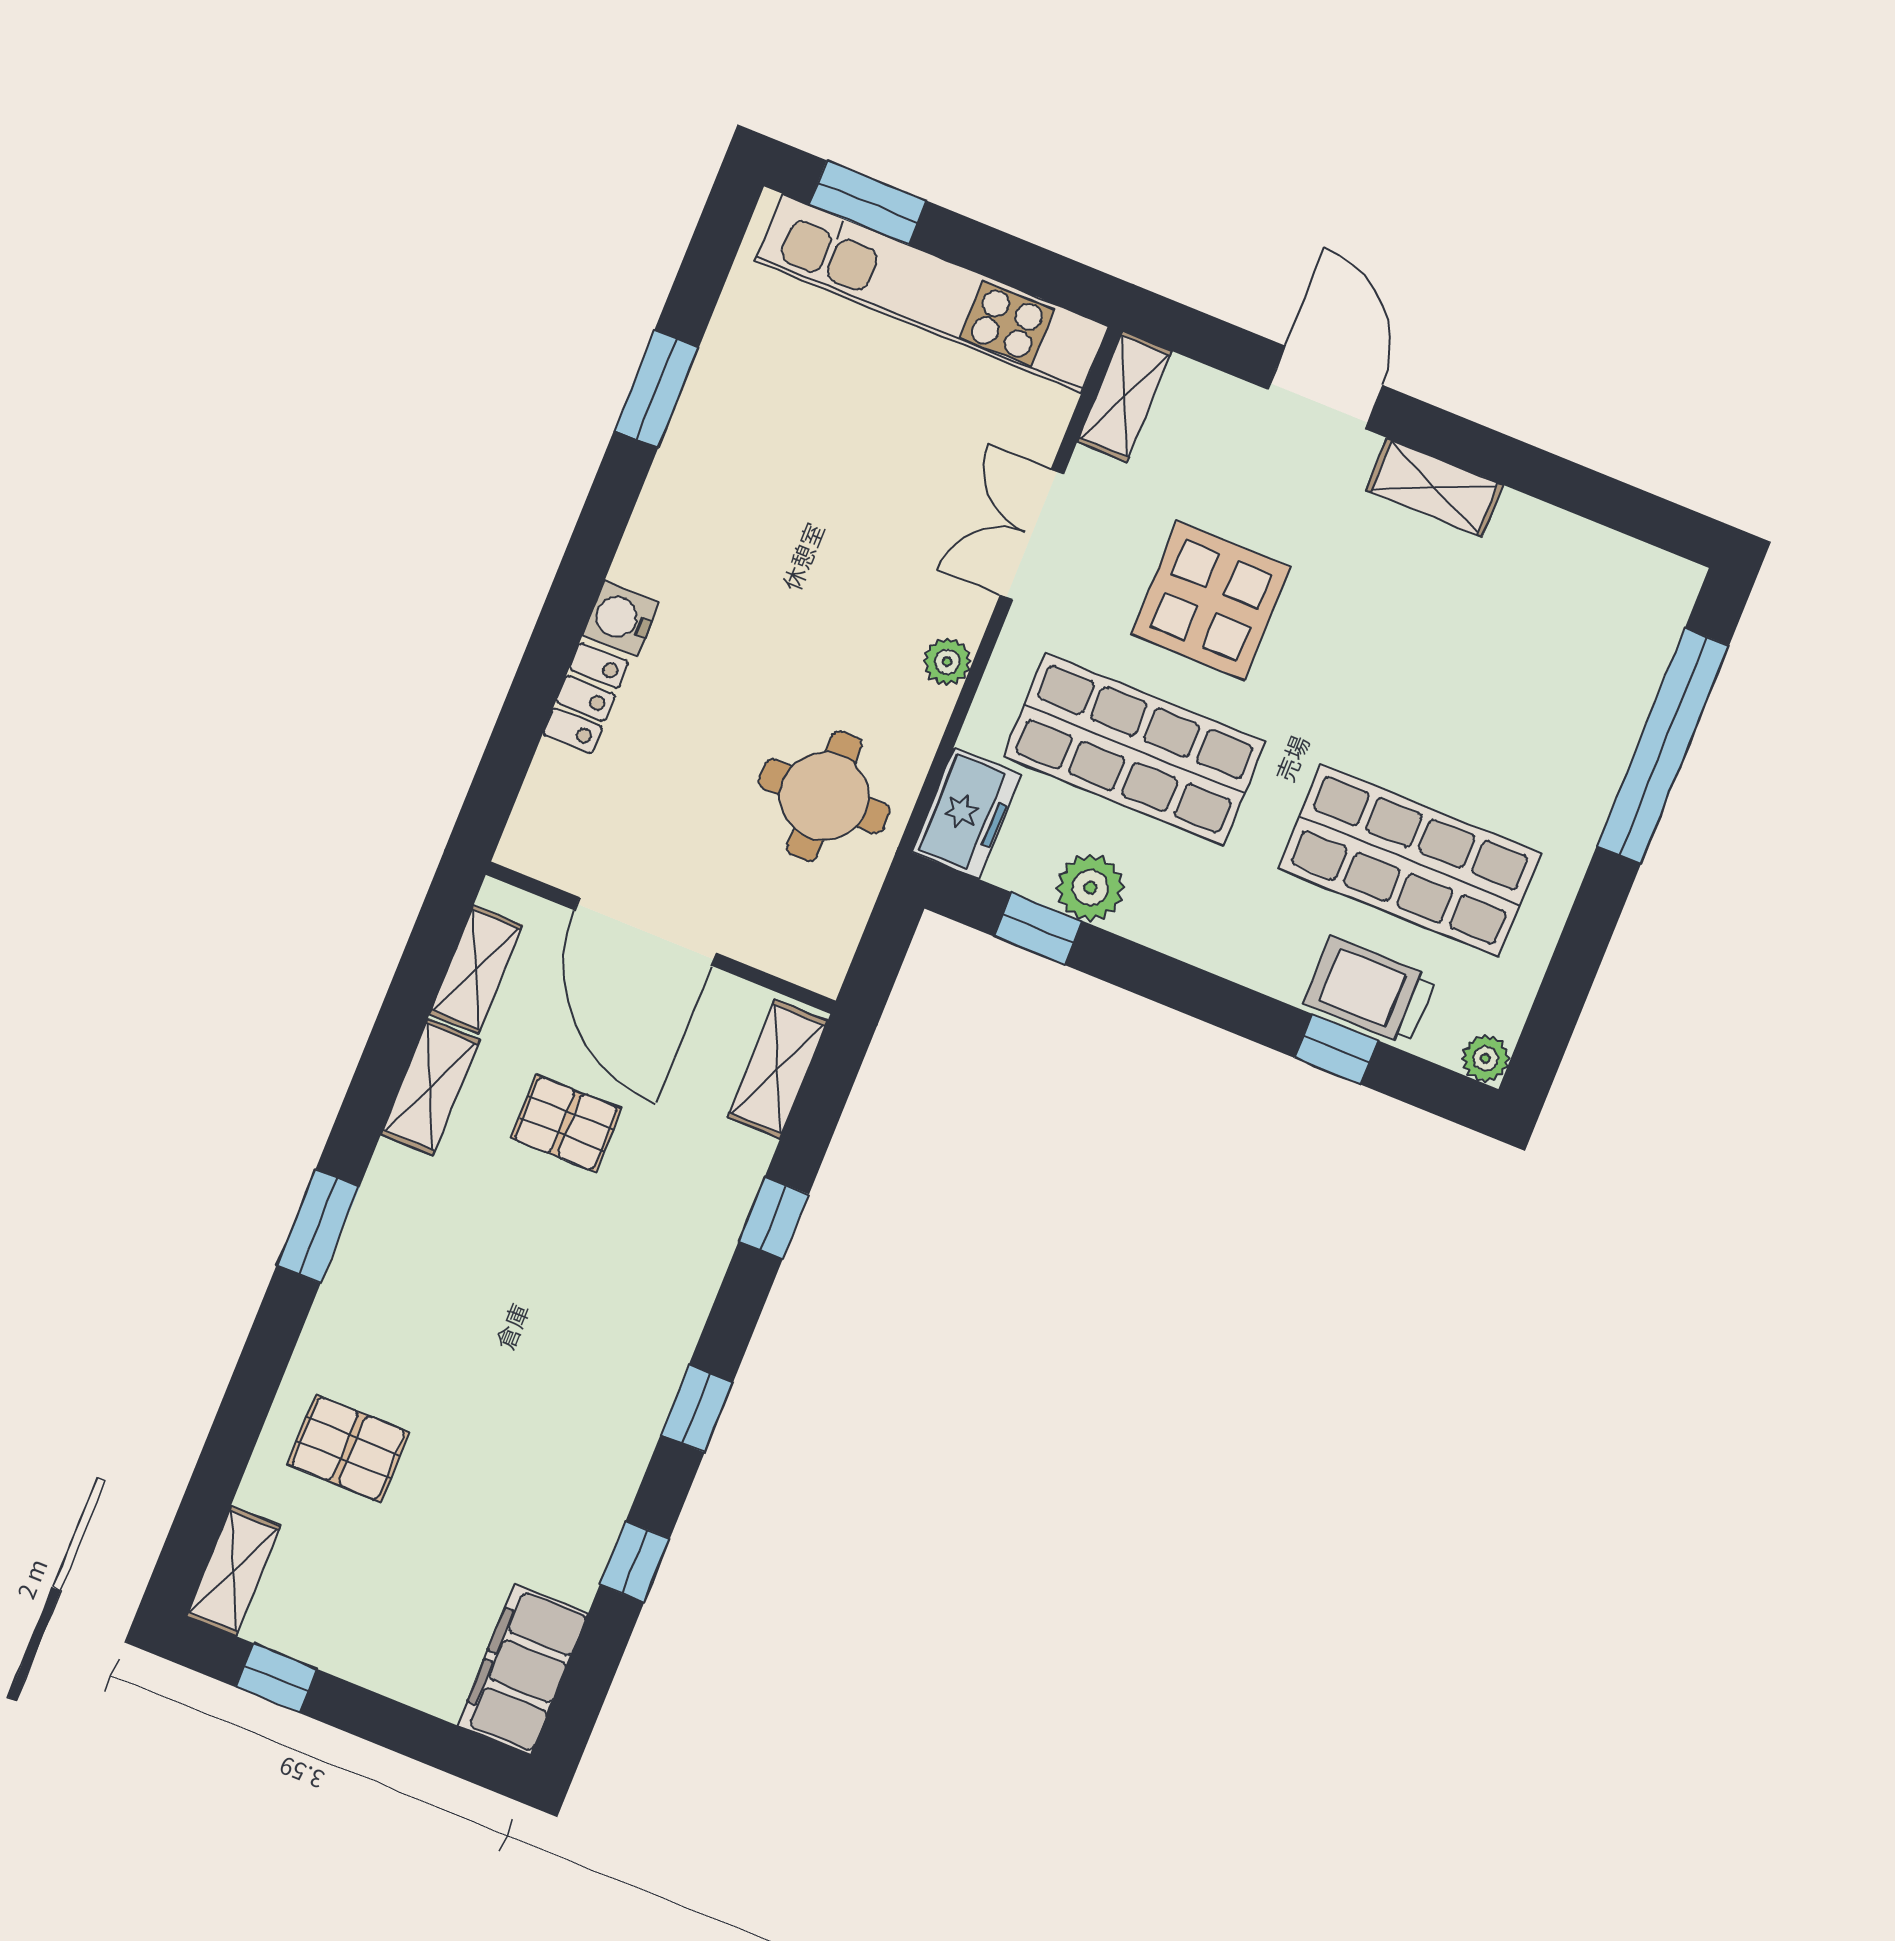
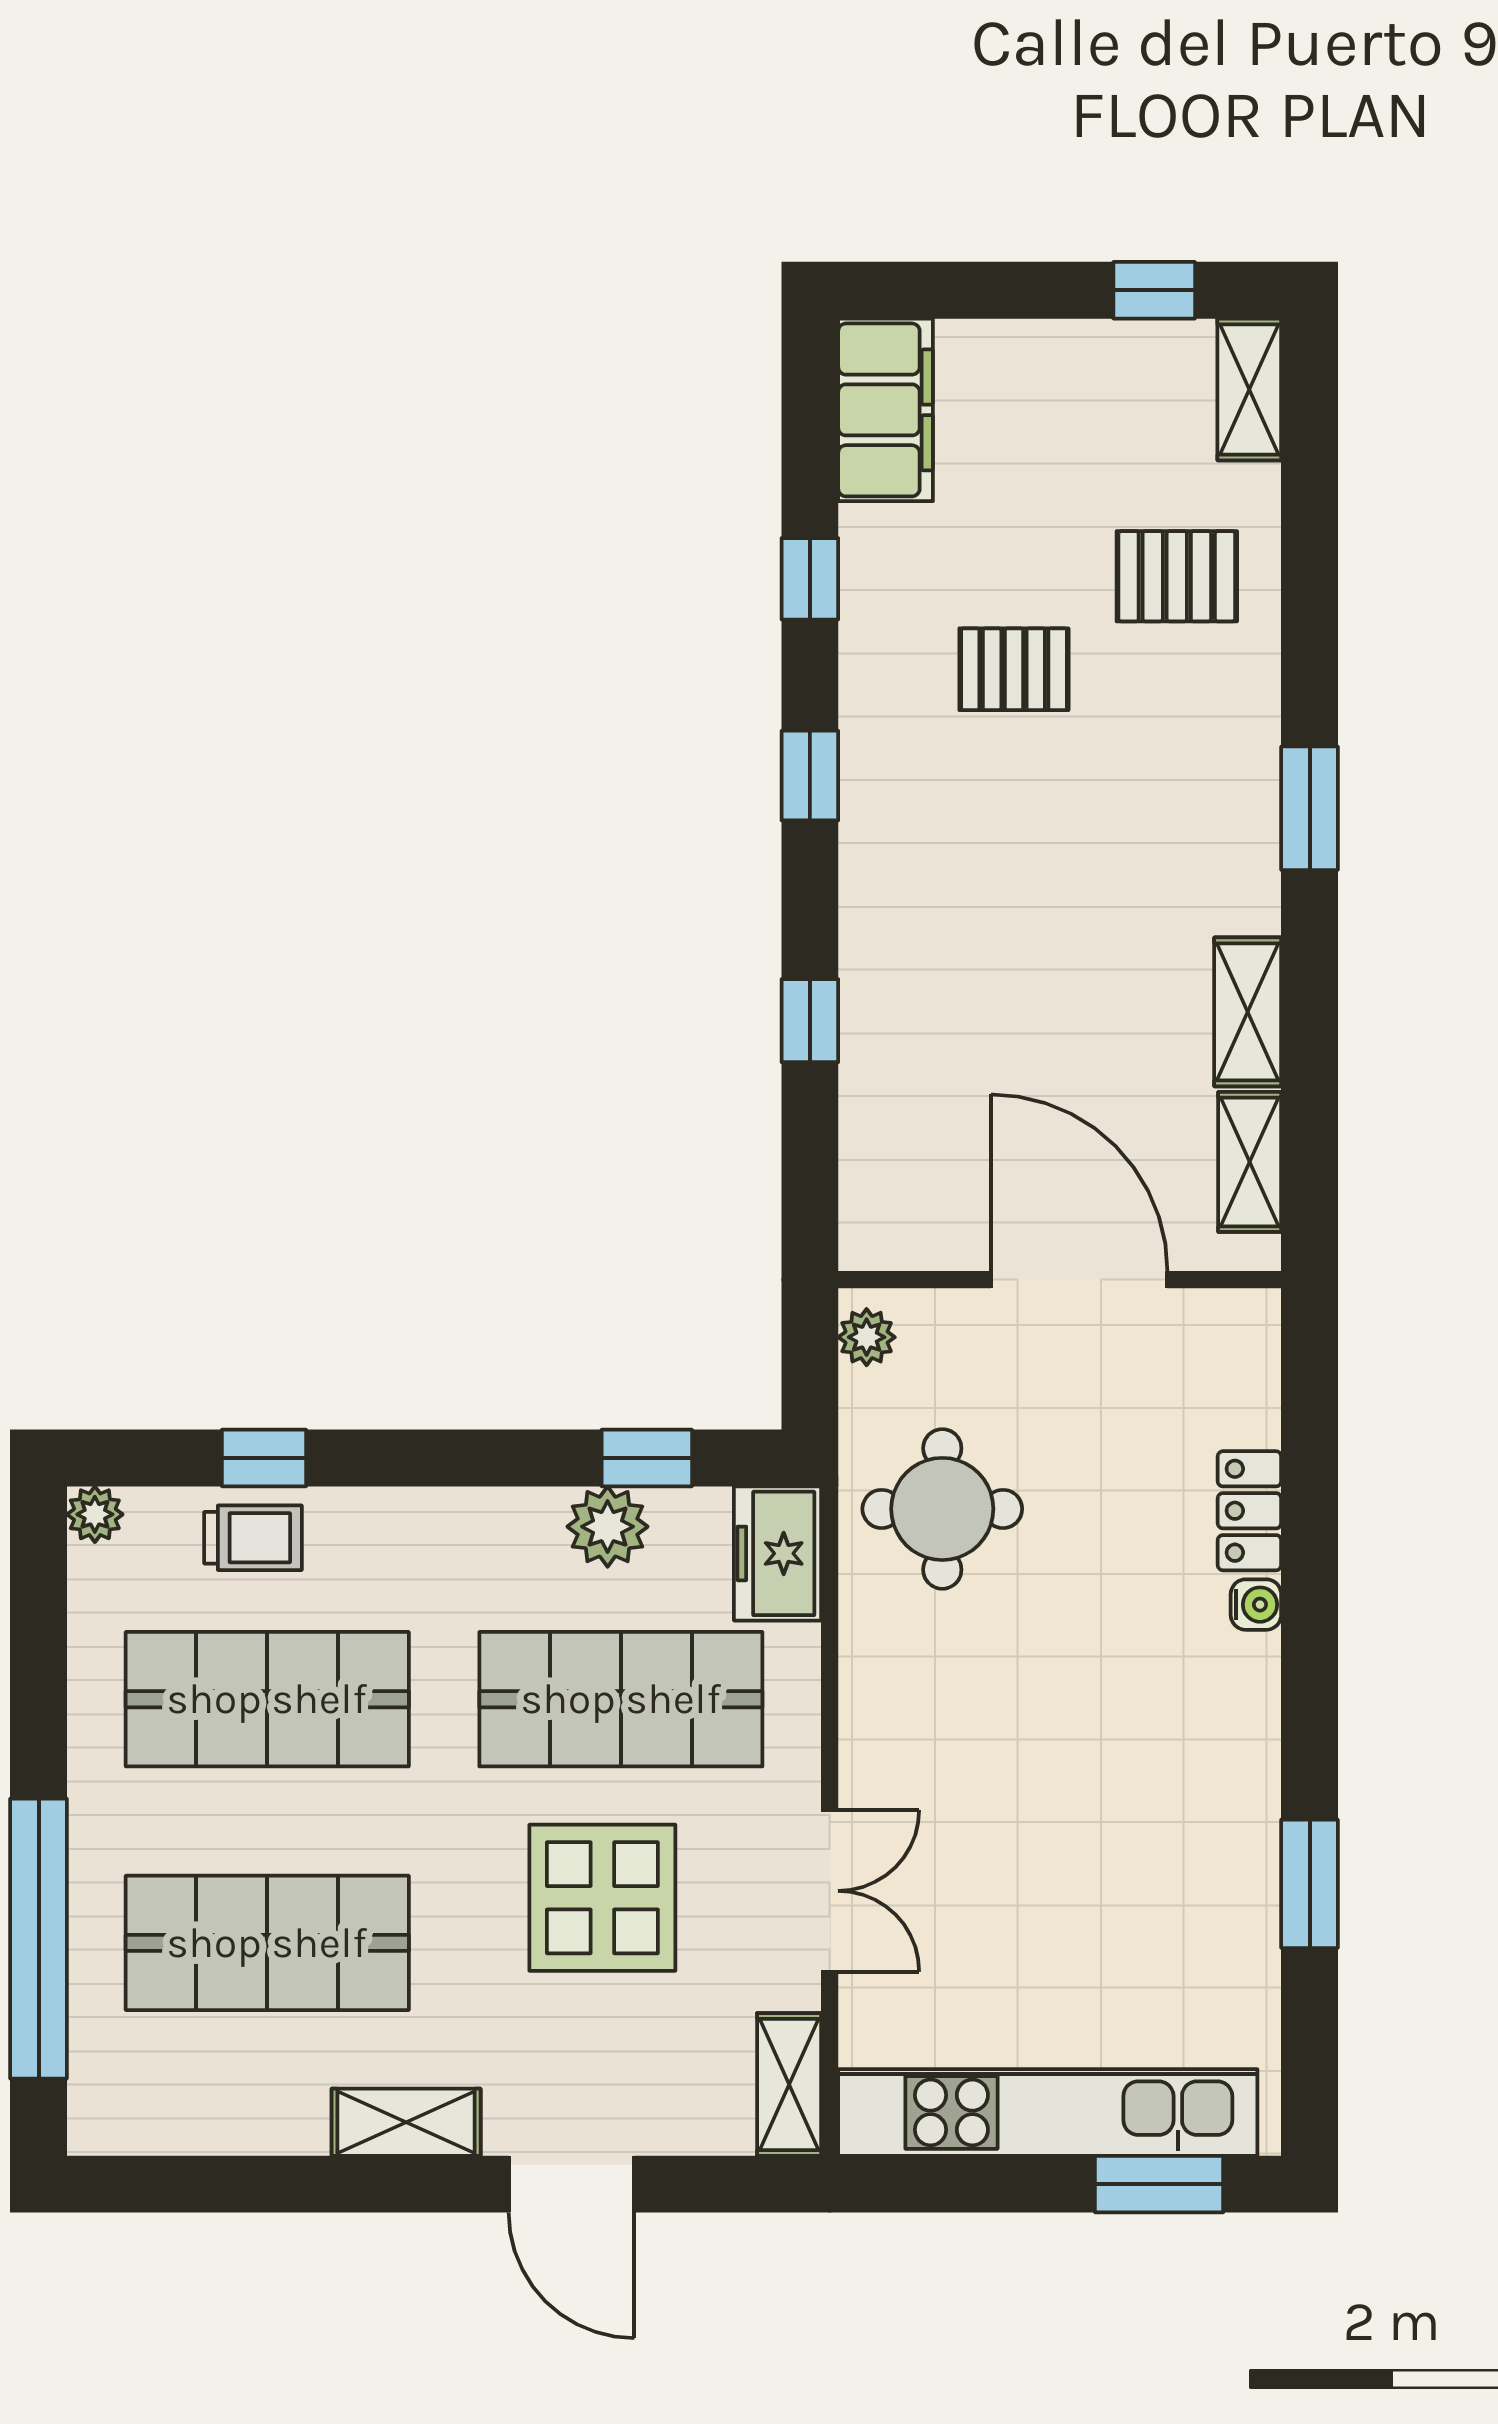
water cooler: (621, 619) -> (1256, 1605), width x0.72, depth x0.72
plant: (947, 662) -> (867, 1337), moved
shop shelf: (1486, 671) -> (267, 1943), added
trolley: (1370, 991) -> (253, 1538), width x0.73, depth x0.72
shelving: (777, 1069) -> (872, 1187), removed
pallet: (566, 1123) -> (1014, 669), moved

